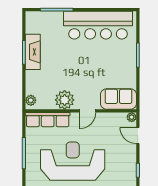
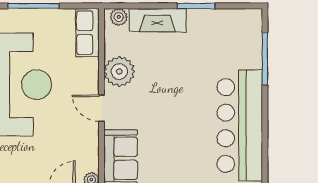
fireplace: (33, 52) -> (157, 20), moved
row of seats: (48, 120) -> (87, 33), width x0.68

